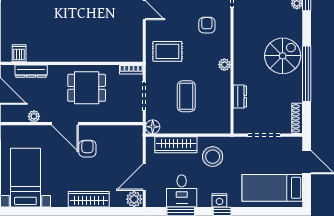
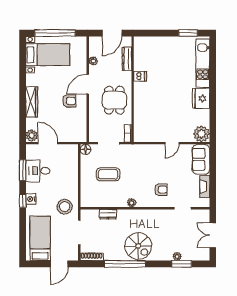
rug: (167, 51) -> (141, 160), removed
dishwasher: (19, 53) -> (140, 76), moved
wardrobe: (176, 145) -> (72, 167), removed
stool: (213, 157) -> (65, 207), moved

